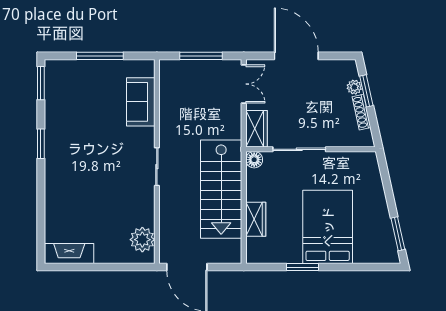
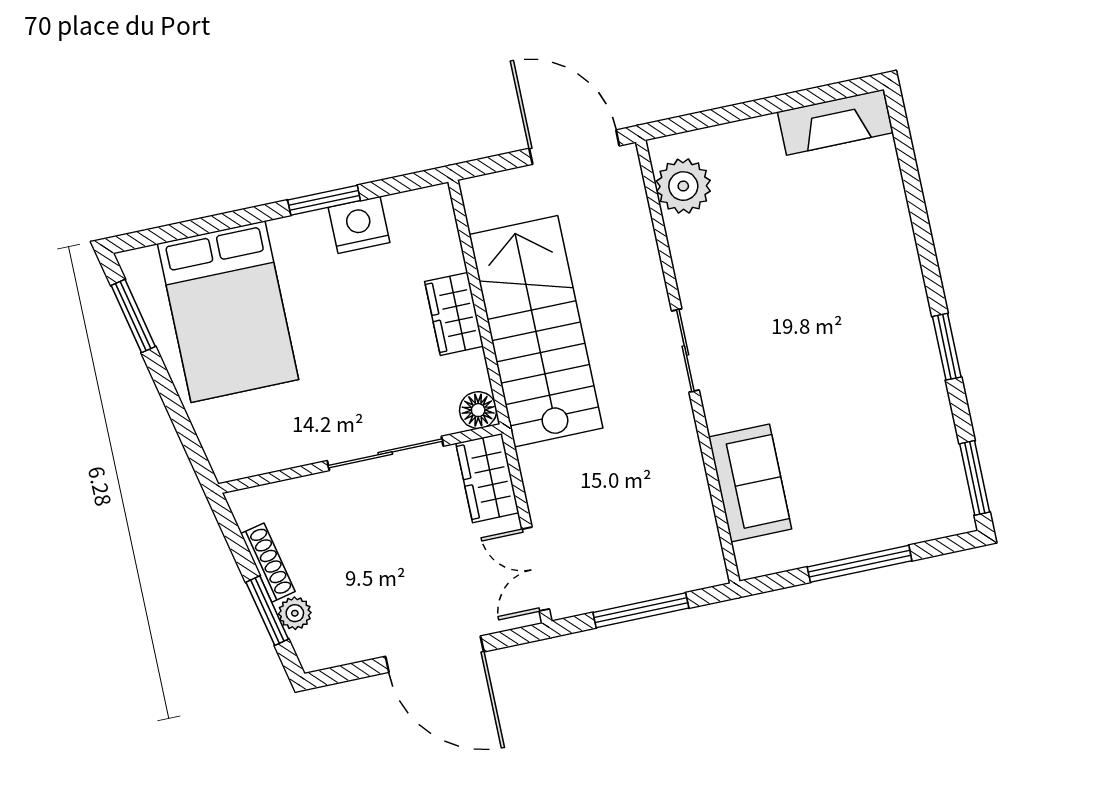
wardrobe: (256, 219) -> (454, 314), moved
bed: (328, 227) -> (228, 312), moved
nightstand: (289, 253) -> (359, 225), added

